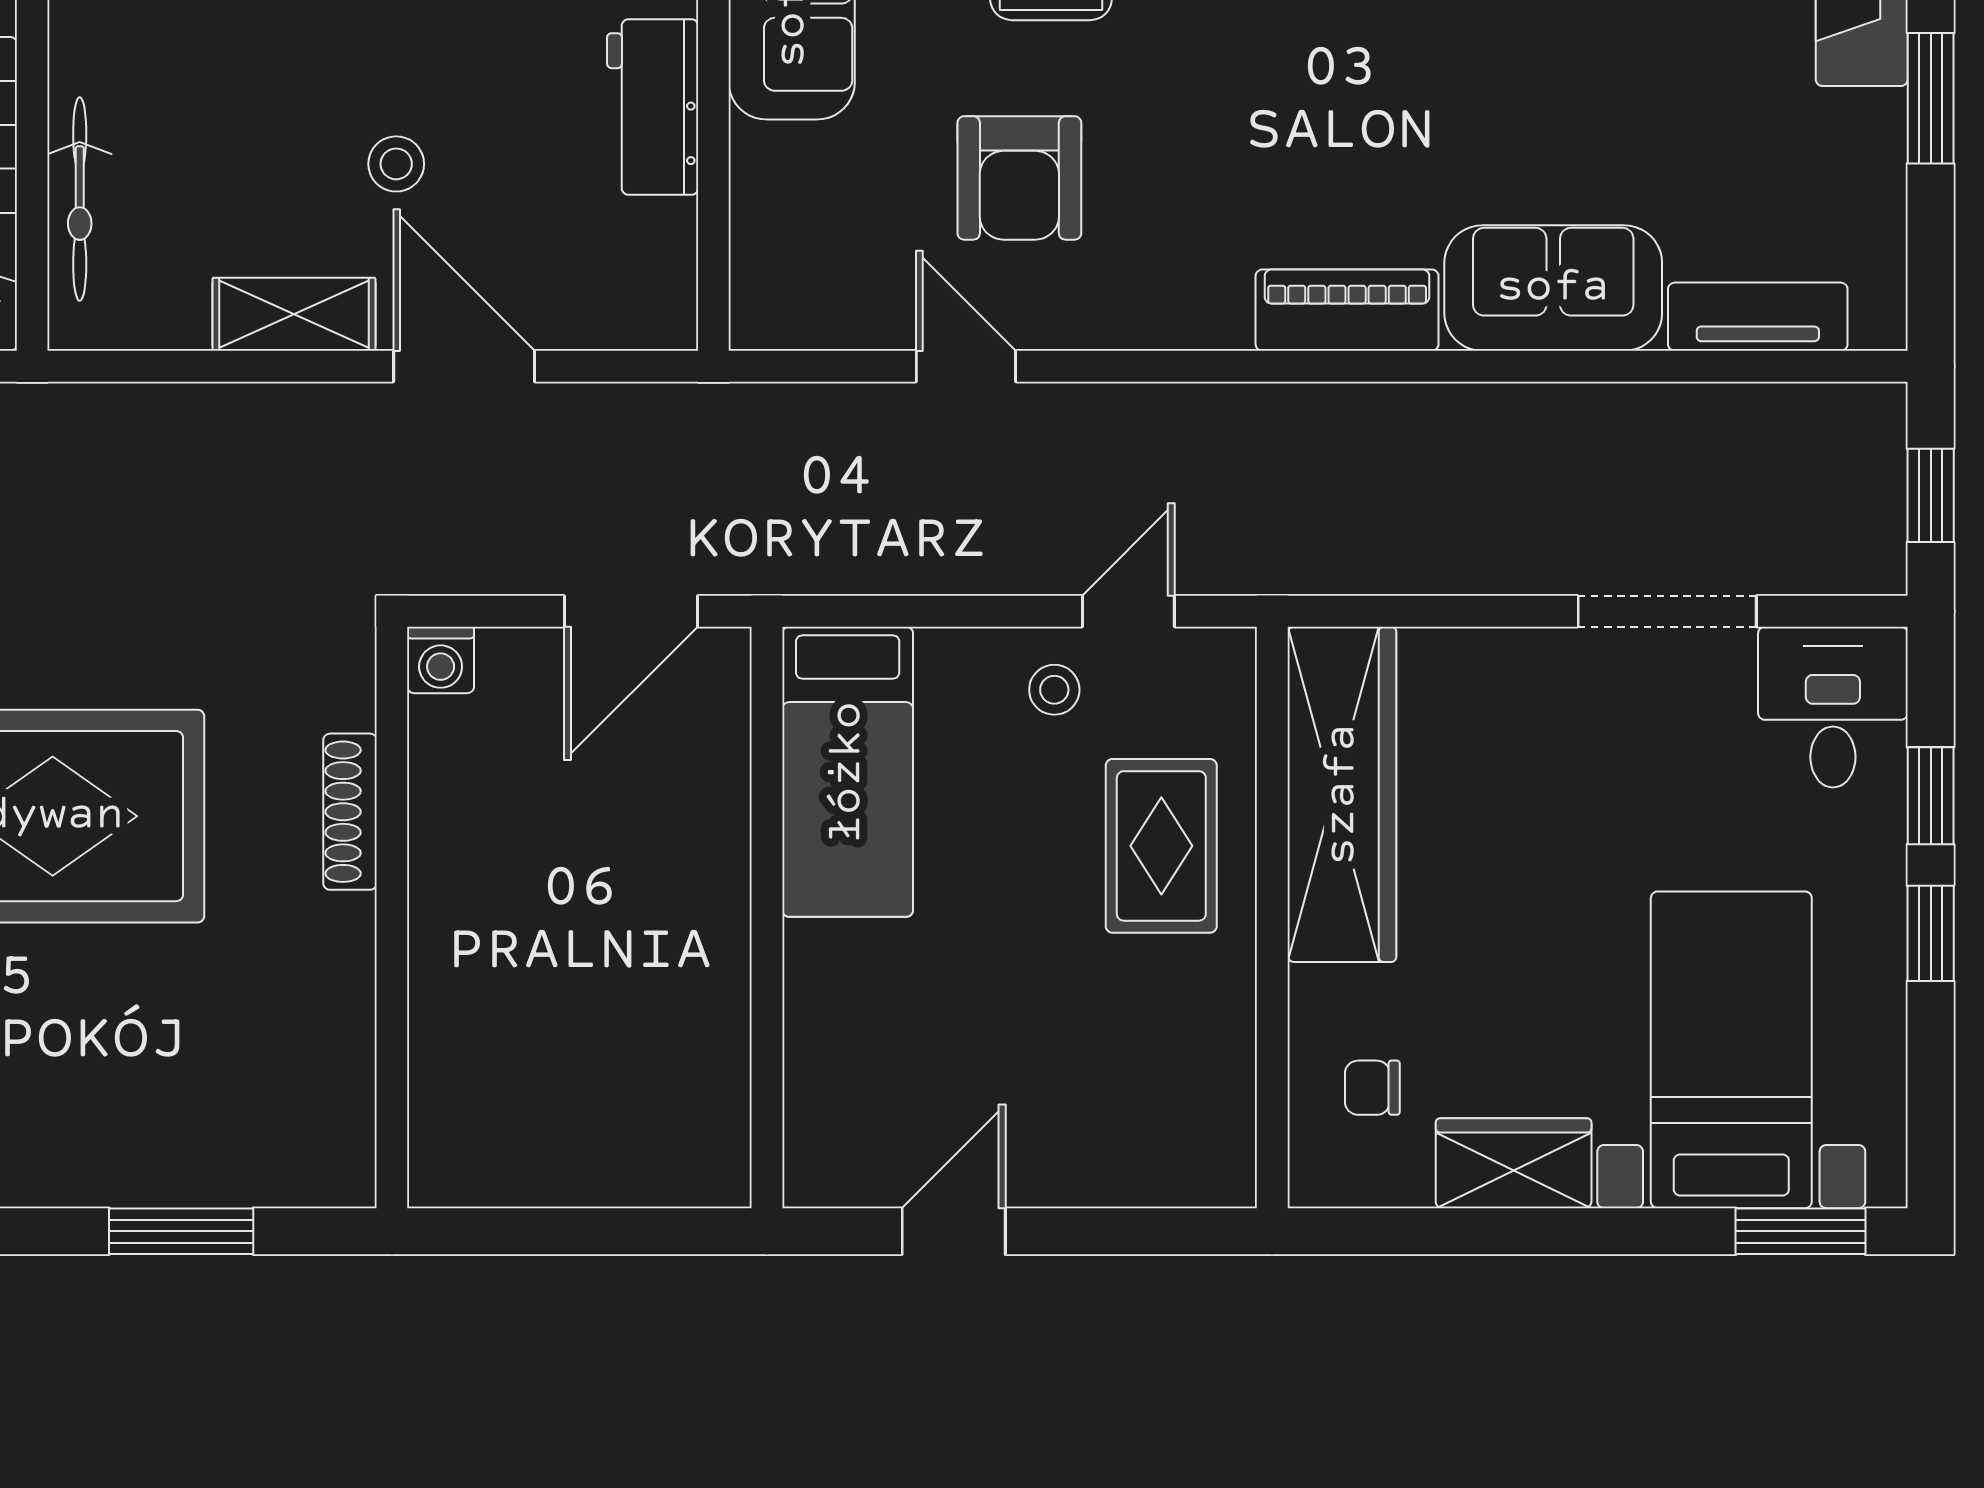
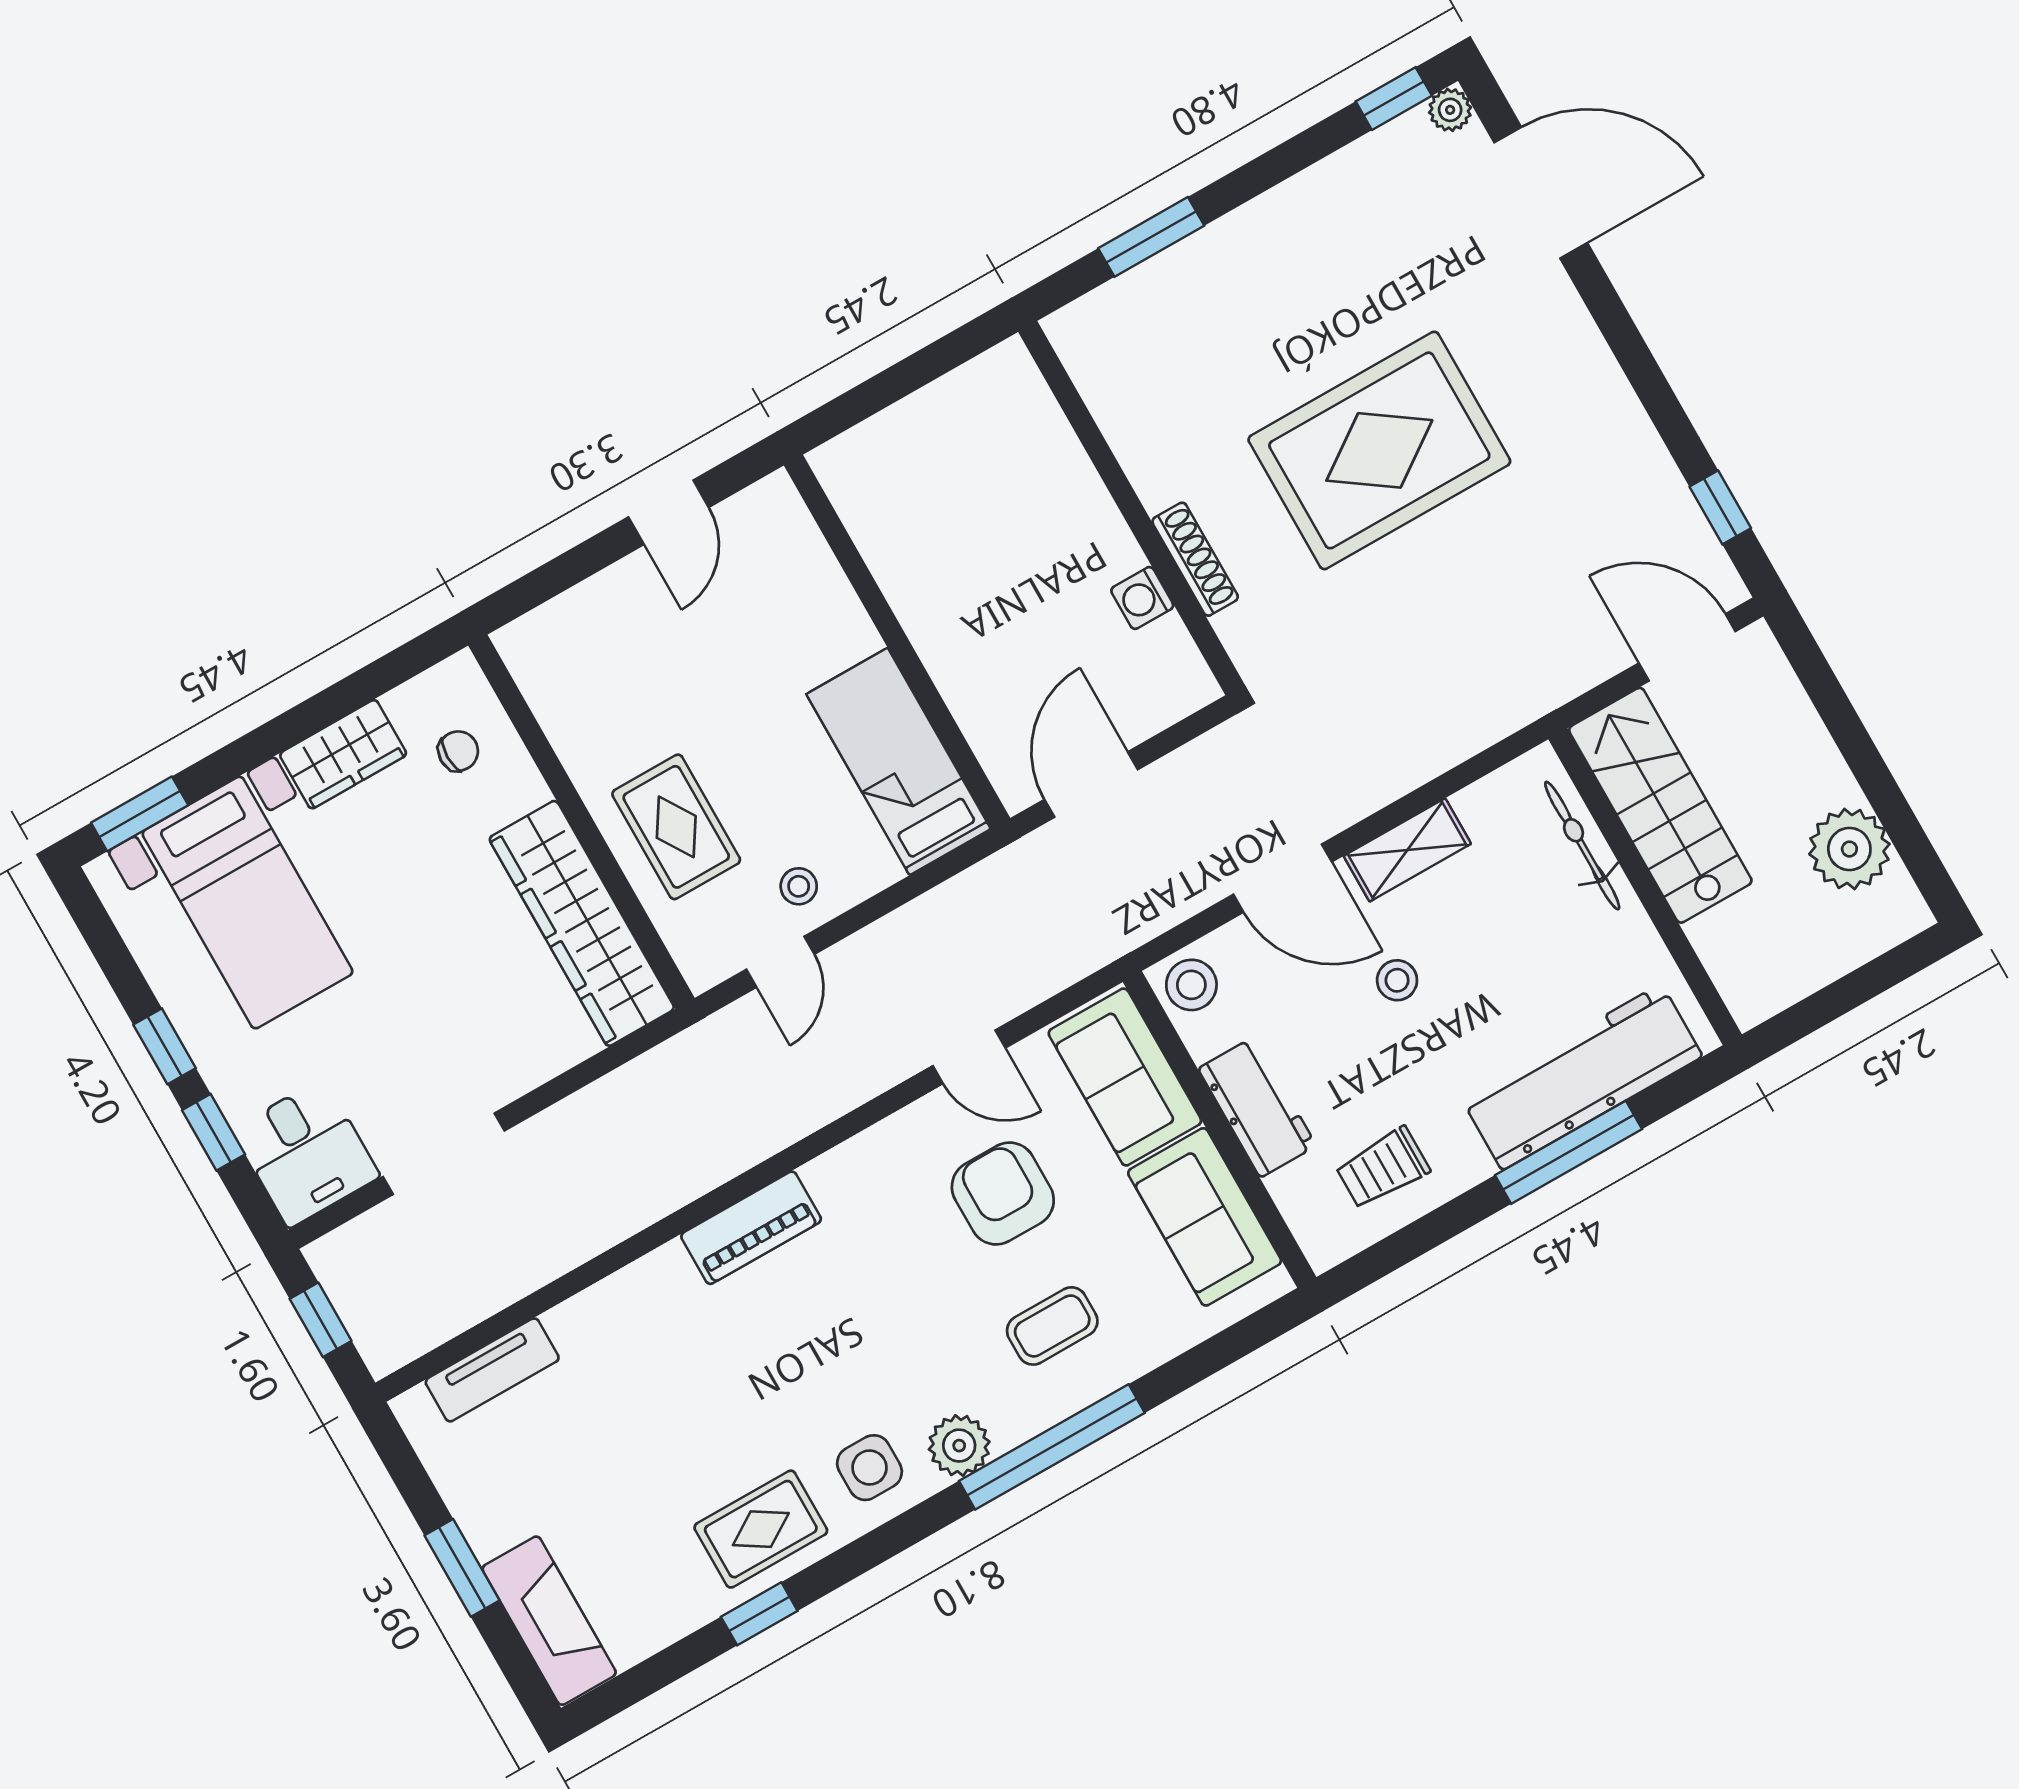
sofa: (1553, 288) -> (1125, 1077), moved, turned 90
stool: (648, 300) -> (1191, 985), added
washing machine: (441, 660) -> (1142, 598), moved, turned -90

